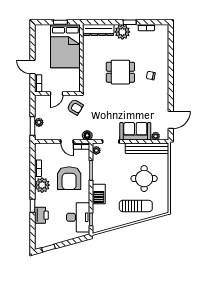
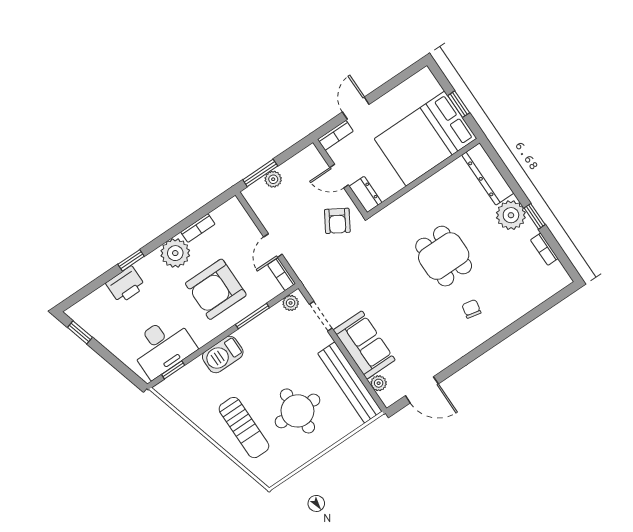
dresser: (72, 88) -> (366, 194), added
floor lamp: (87, 135) -> (305, 272), removed

